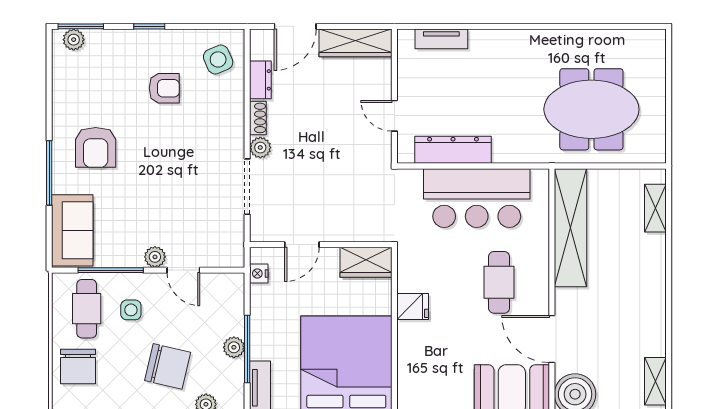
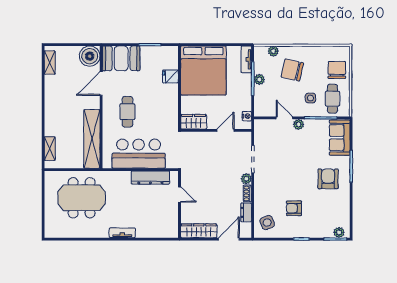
tv unit: (441, 39) -> (122, 233), moved
fridge: (413, 306) -> (170, 77), moved
door: (552, 339) -> (101, 84), swing flipped

